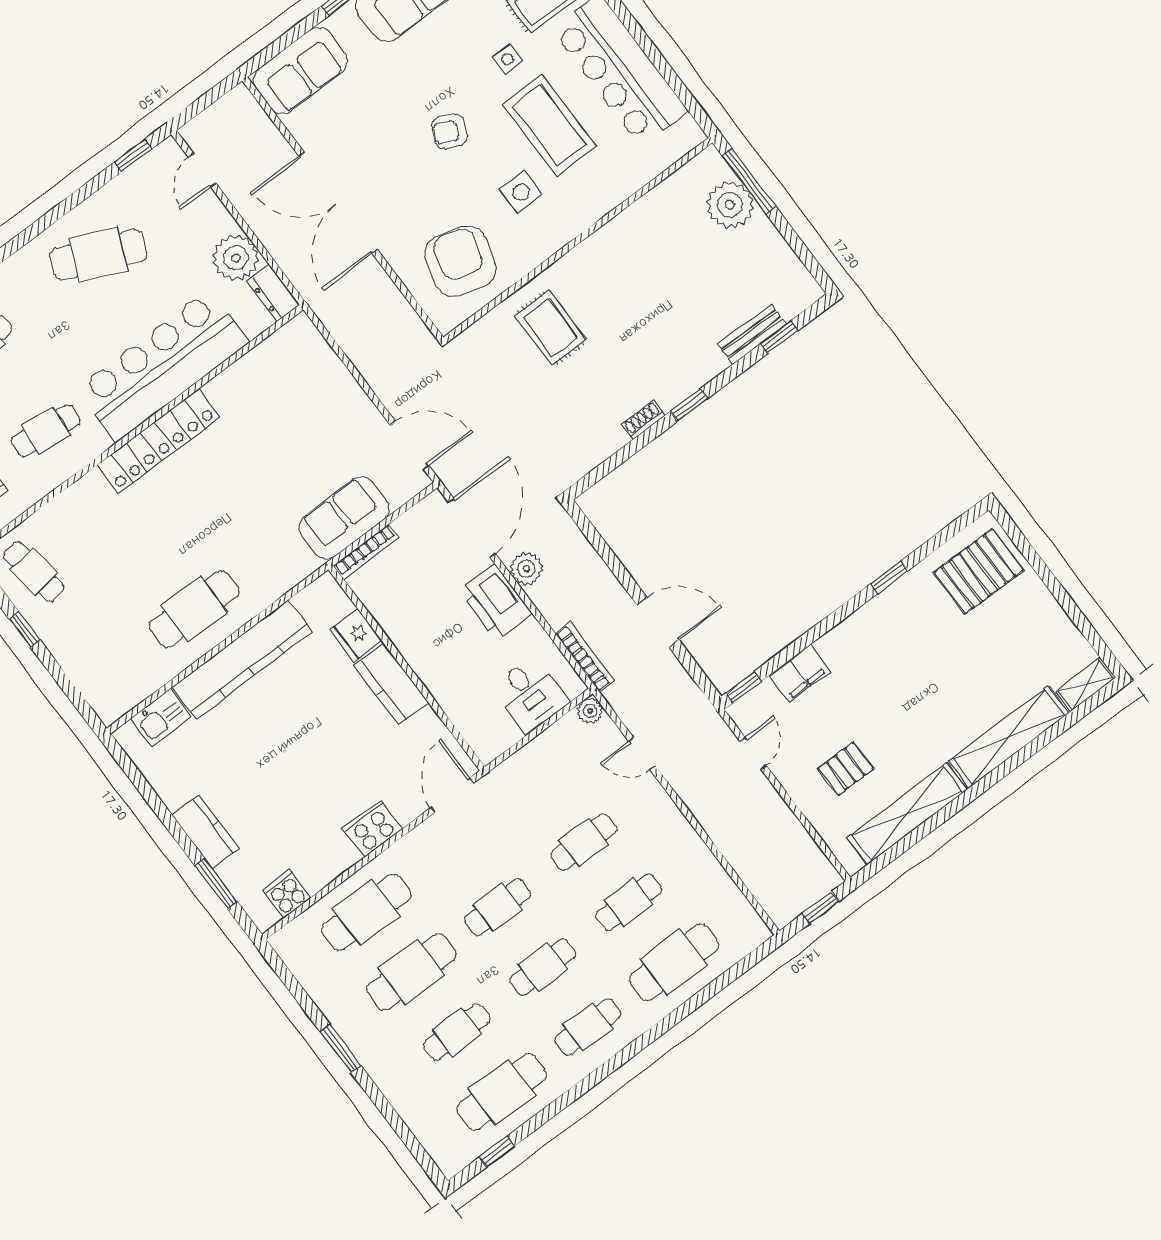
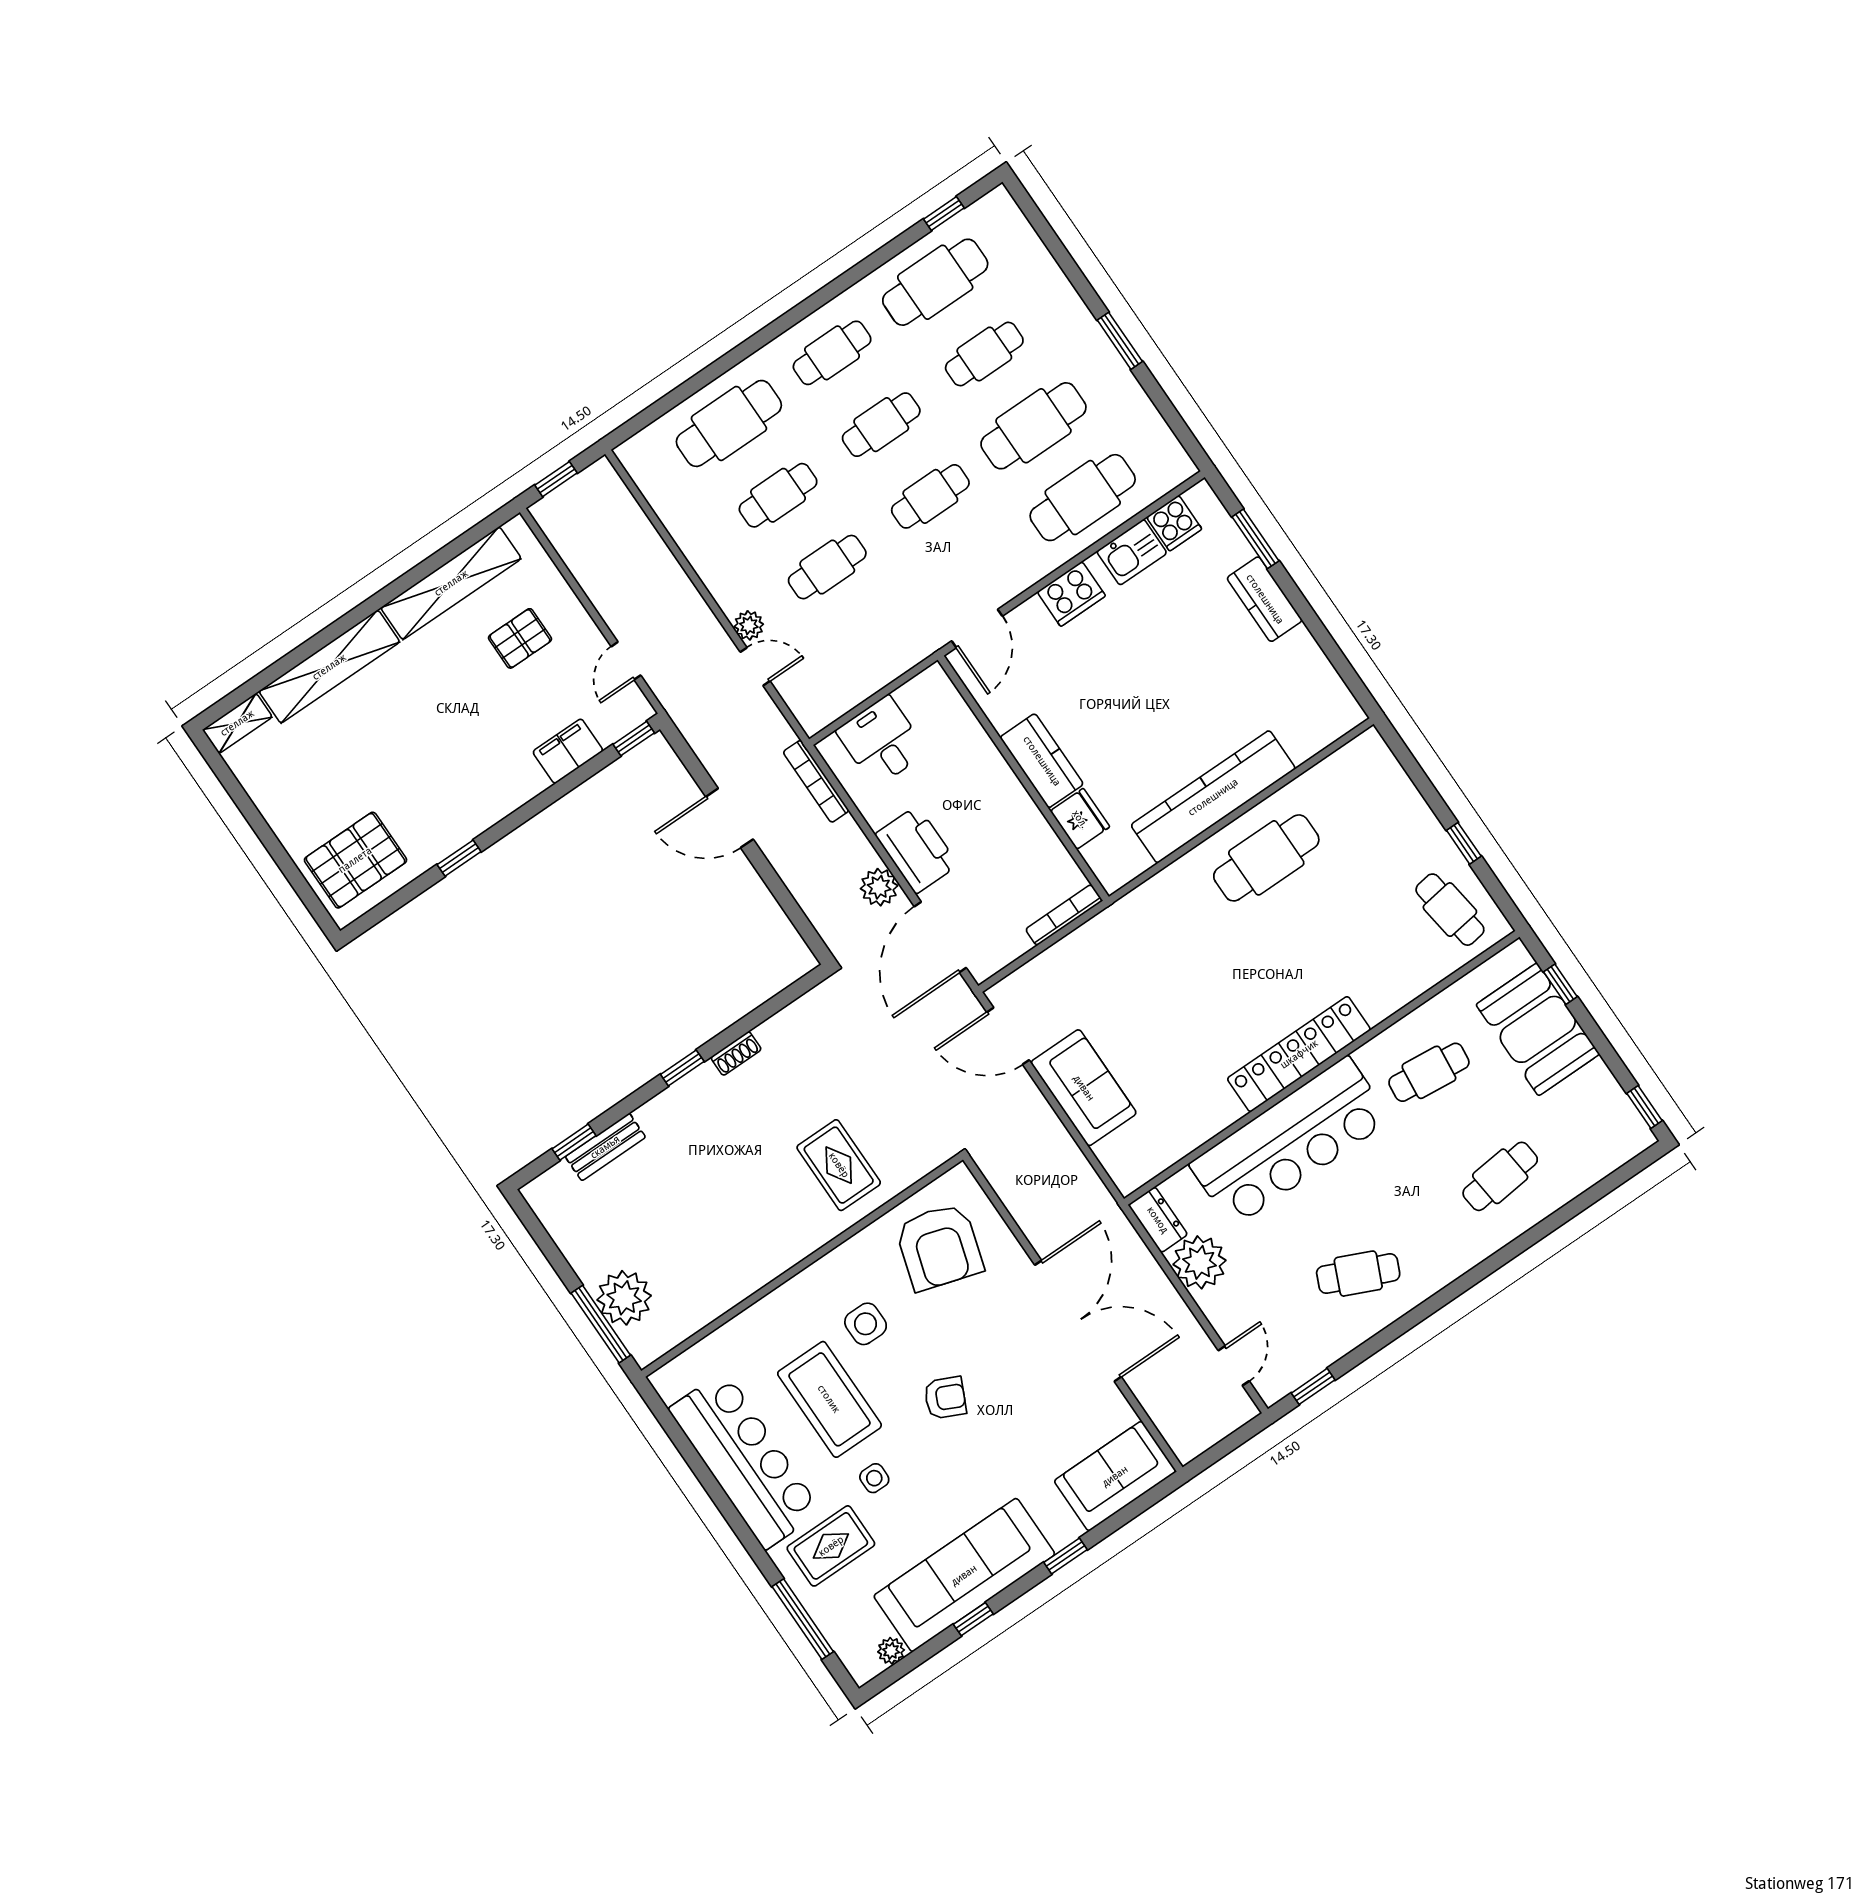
cafe table: (99, 255) -> (1358, 1274), width x0.73, depth x0.74
sofa: (344, 518) -> (1084, 1088), moved, turned -90
plant: (590, 711) -> (749, 625), moved
kitchen sink: (161, 718) -> (1132, 552), moved, turned 180

